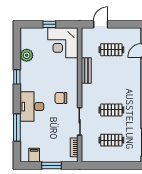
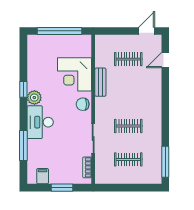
window: (49, 24) -> (59, 31), width x3.17
door: (101, 24) -> (147, 31), moved
corner desk: (63, 43) -> (75, 74), moved
plant: (27, 55) -> (34, 98), moved
chair: (61, 98) -> (83, 104), moved

